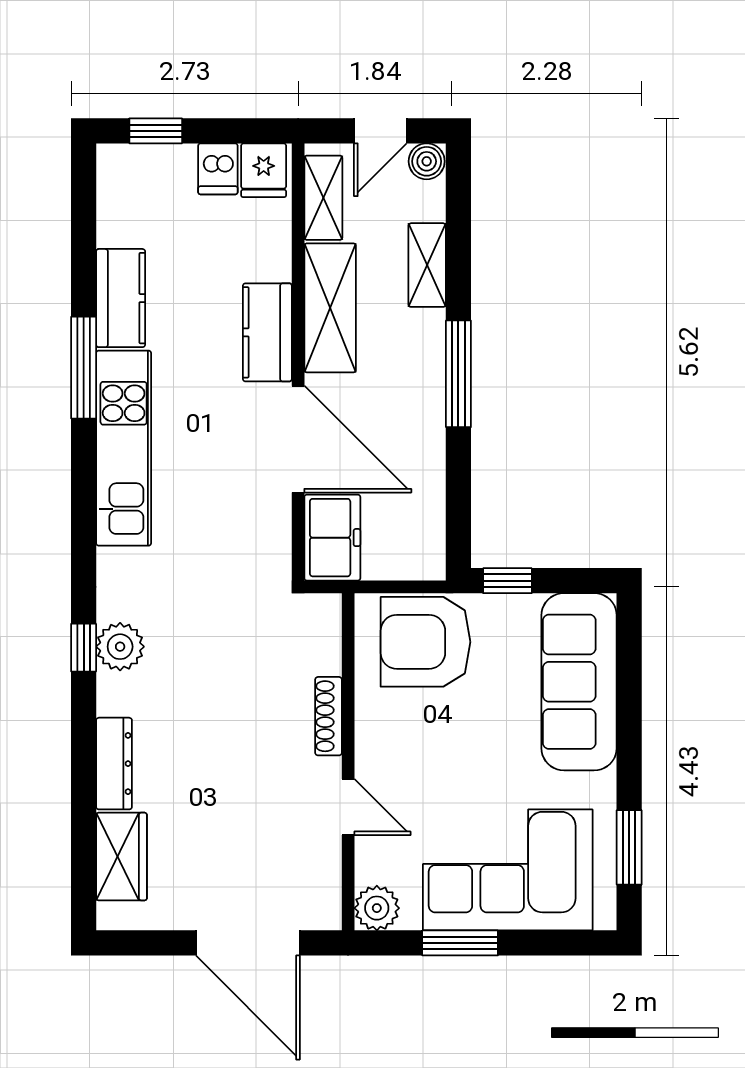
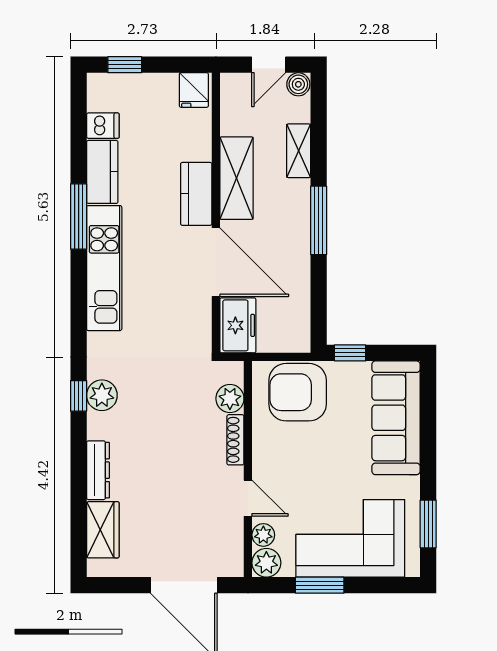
dishwasher: (218, 169) -> (103, 126), moved, turned -90
shelving: (323, 198) -> (232, 108), removed
plant: (320, 652) -> (230, 399), added
plant: (372, 865) -> (263, 535), added

